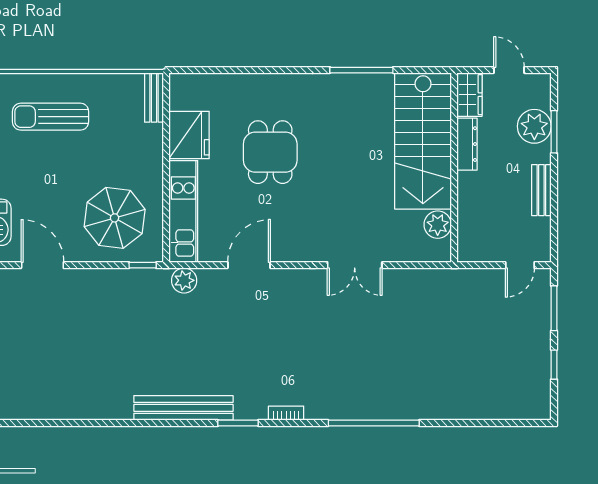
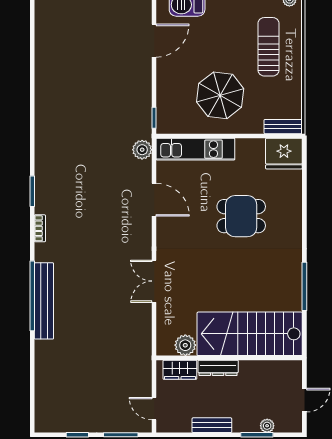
wardrobe: (470, 95) -> (180, 370), moved
plant: (534, 126) -> (267, 426), width x0.53, depth x0.53
fridge: (189, 135) -> (284, 154), moved
dresser: (467, 144) -> (218, 368), moved
parasol: (115, 218) -> (220, 95), moved
bench: (183, 408) -> (44, 301), moved

